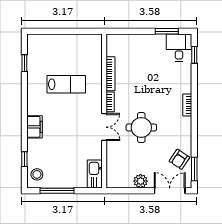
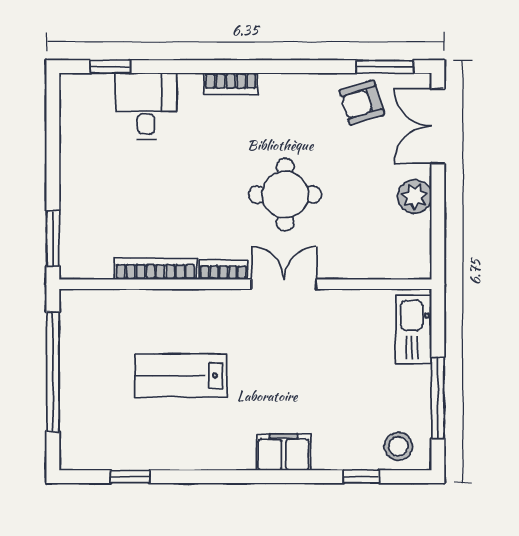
window: (68, 31) -> (53, 372), added
window: (167, 31) -> (53, 239), moved
desk: (179, 48) -> (146, 106), moved, turned 90
lab bench: (66, 84) -> (181, 376), turned -90
armchair: (179, 159) -> (362, 103), turned 129
kitchen sink: (95, 174) -> (414, 329), moved, turned 90

